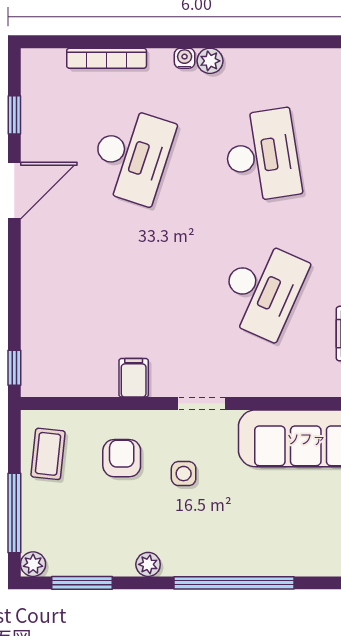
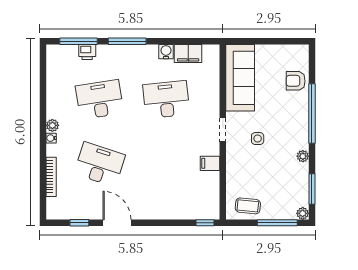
desk: (262, 290) -> (166, 100), turned -30
armchair: (122, 458) -> (296, 81), moved

